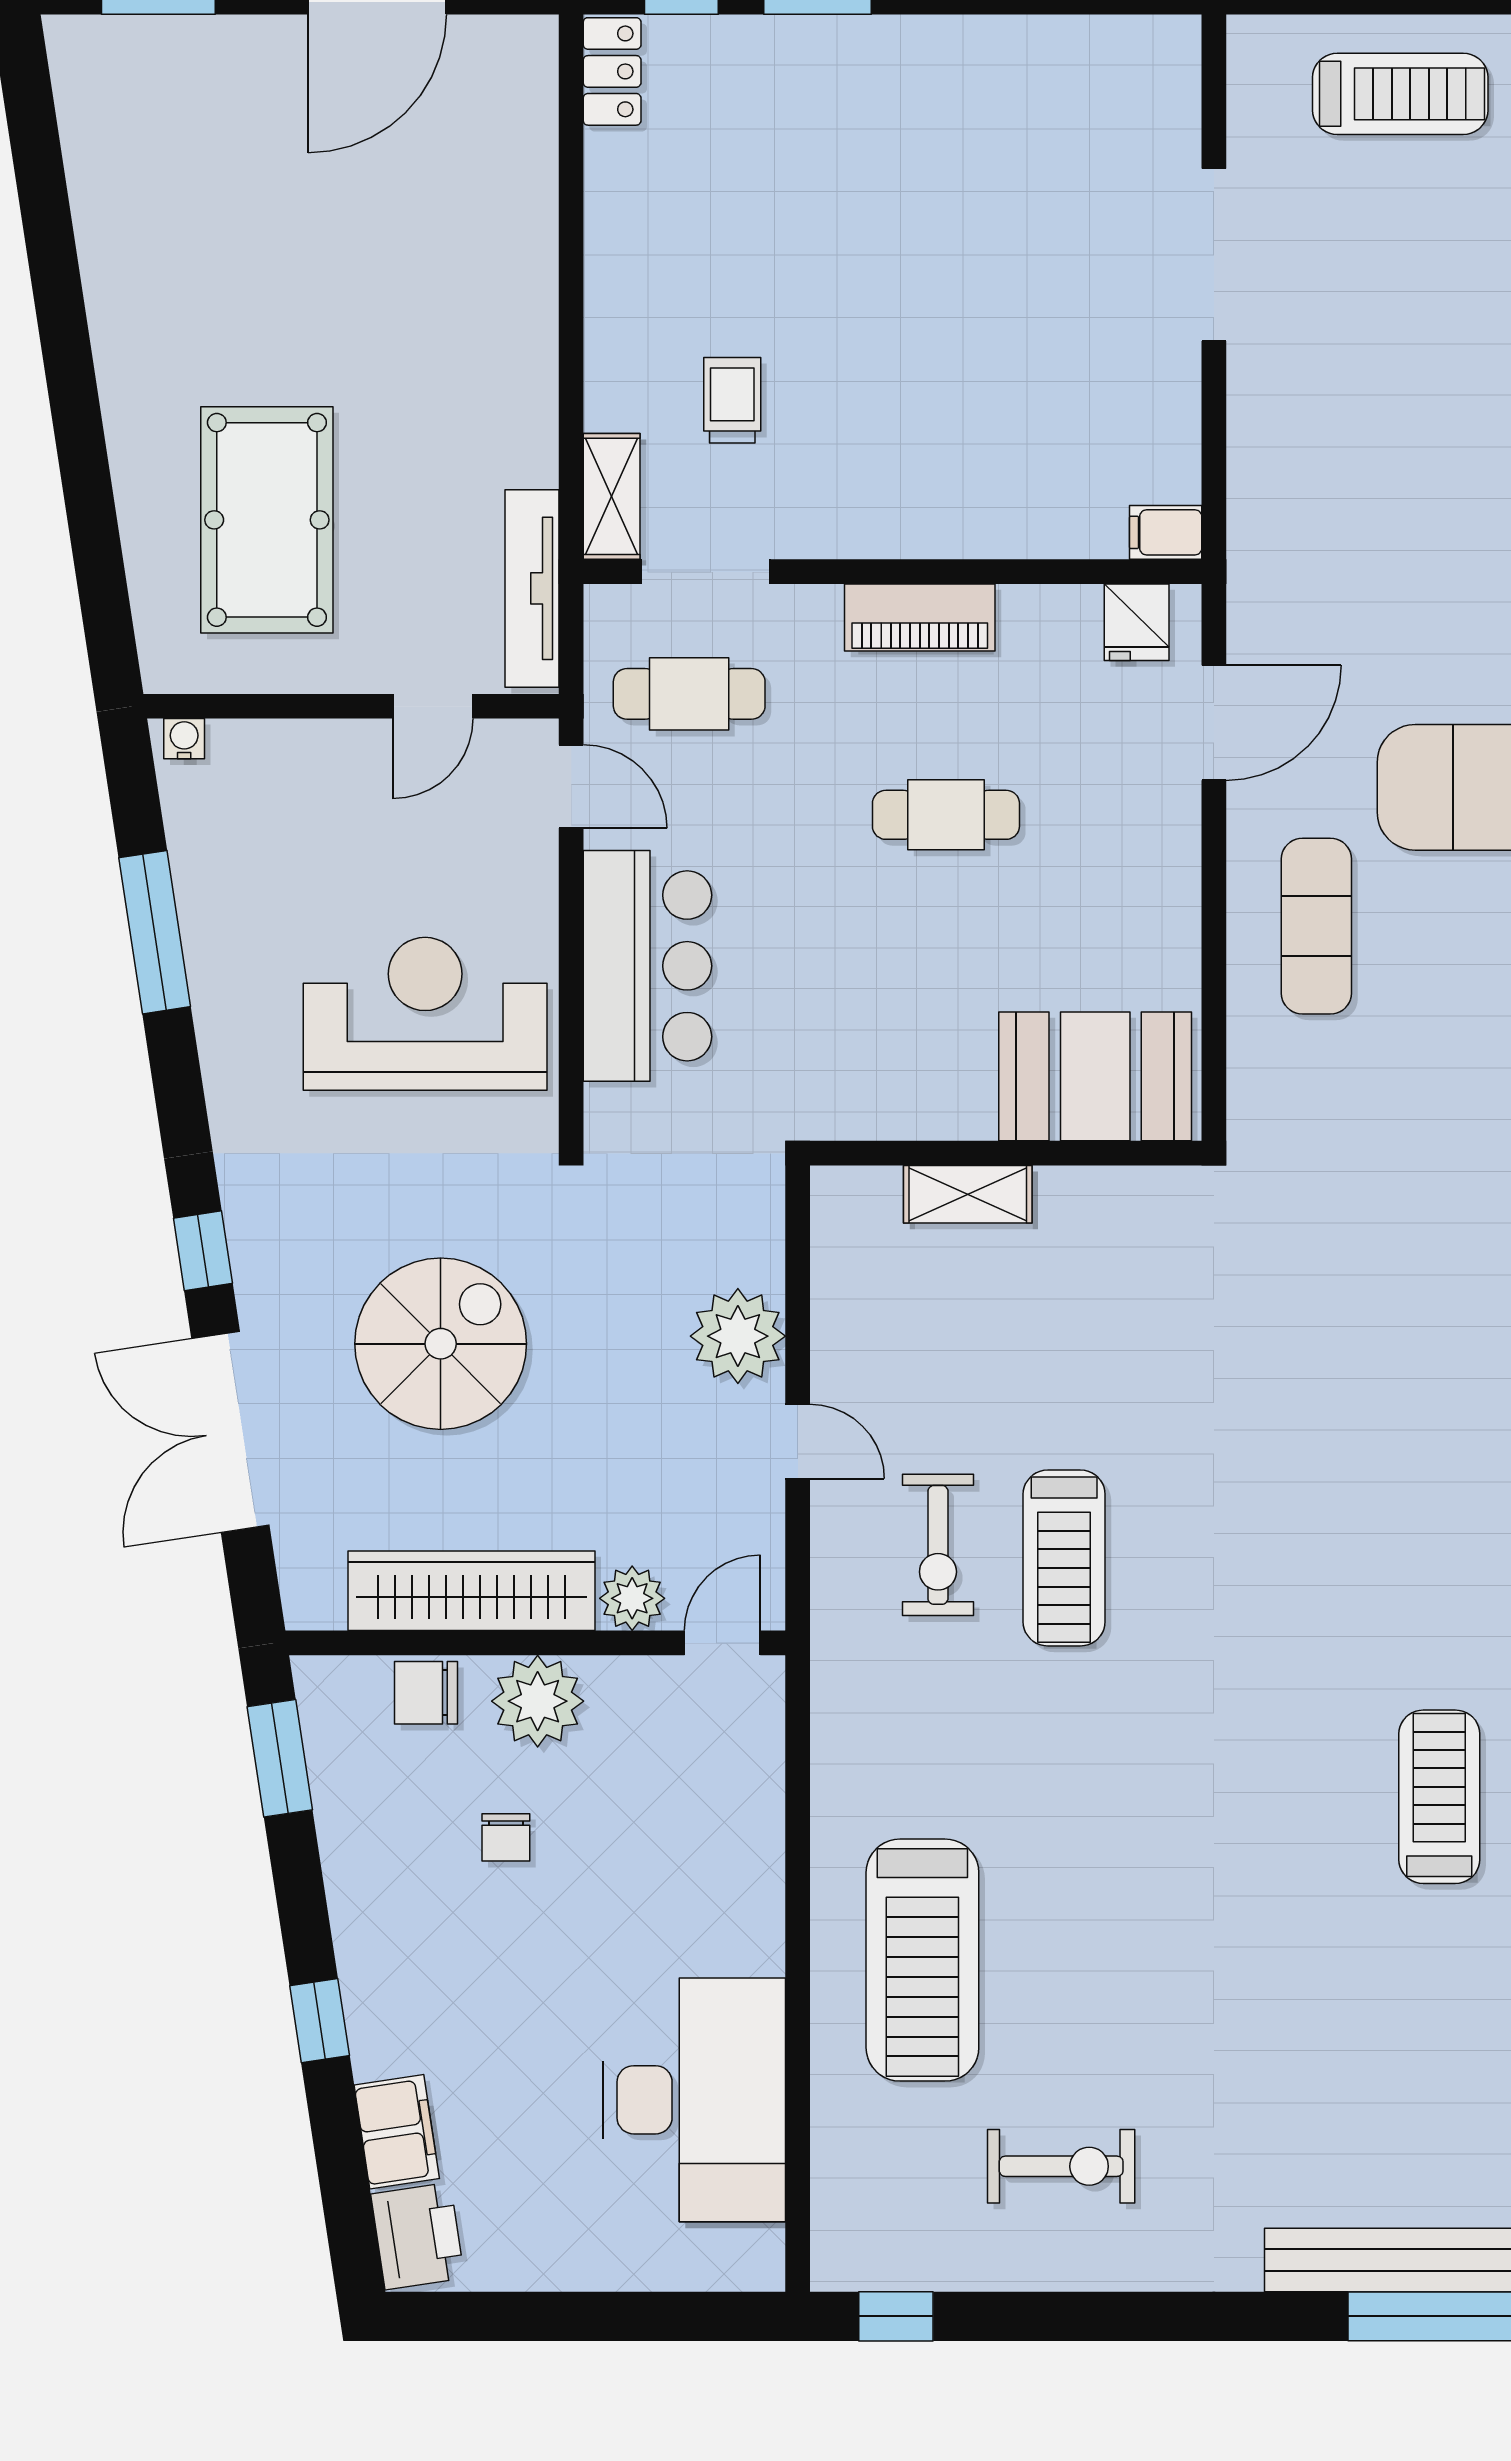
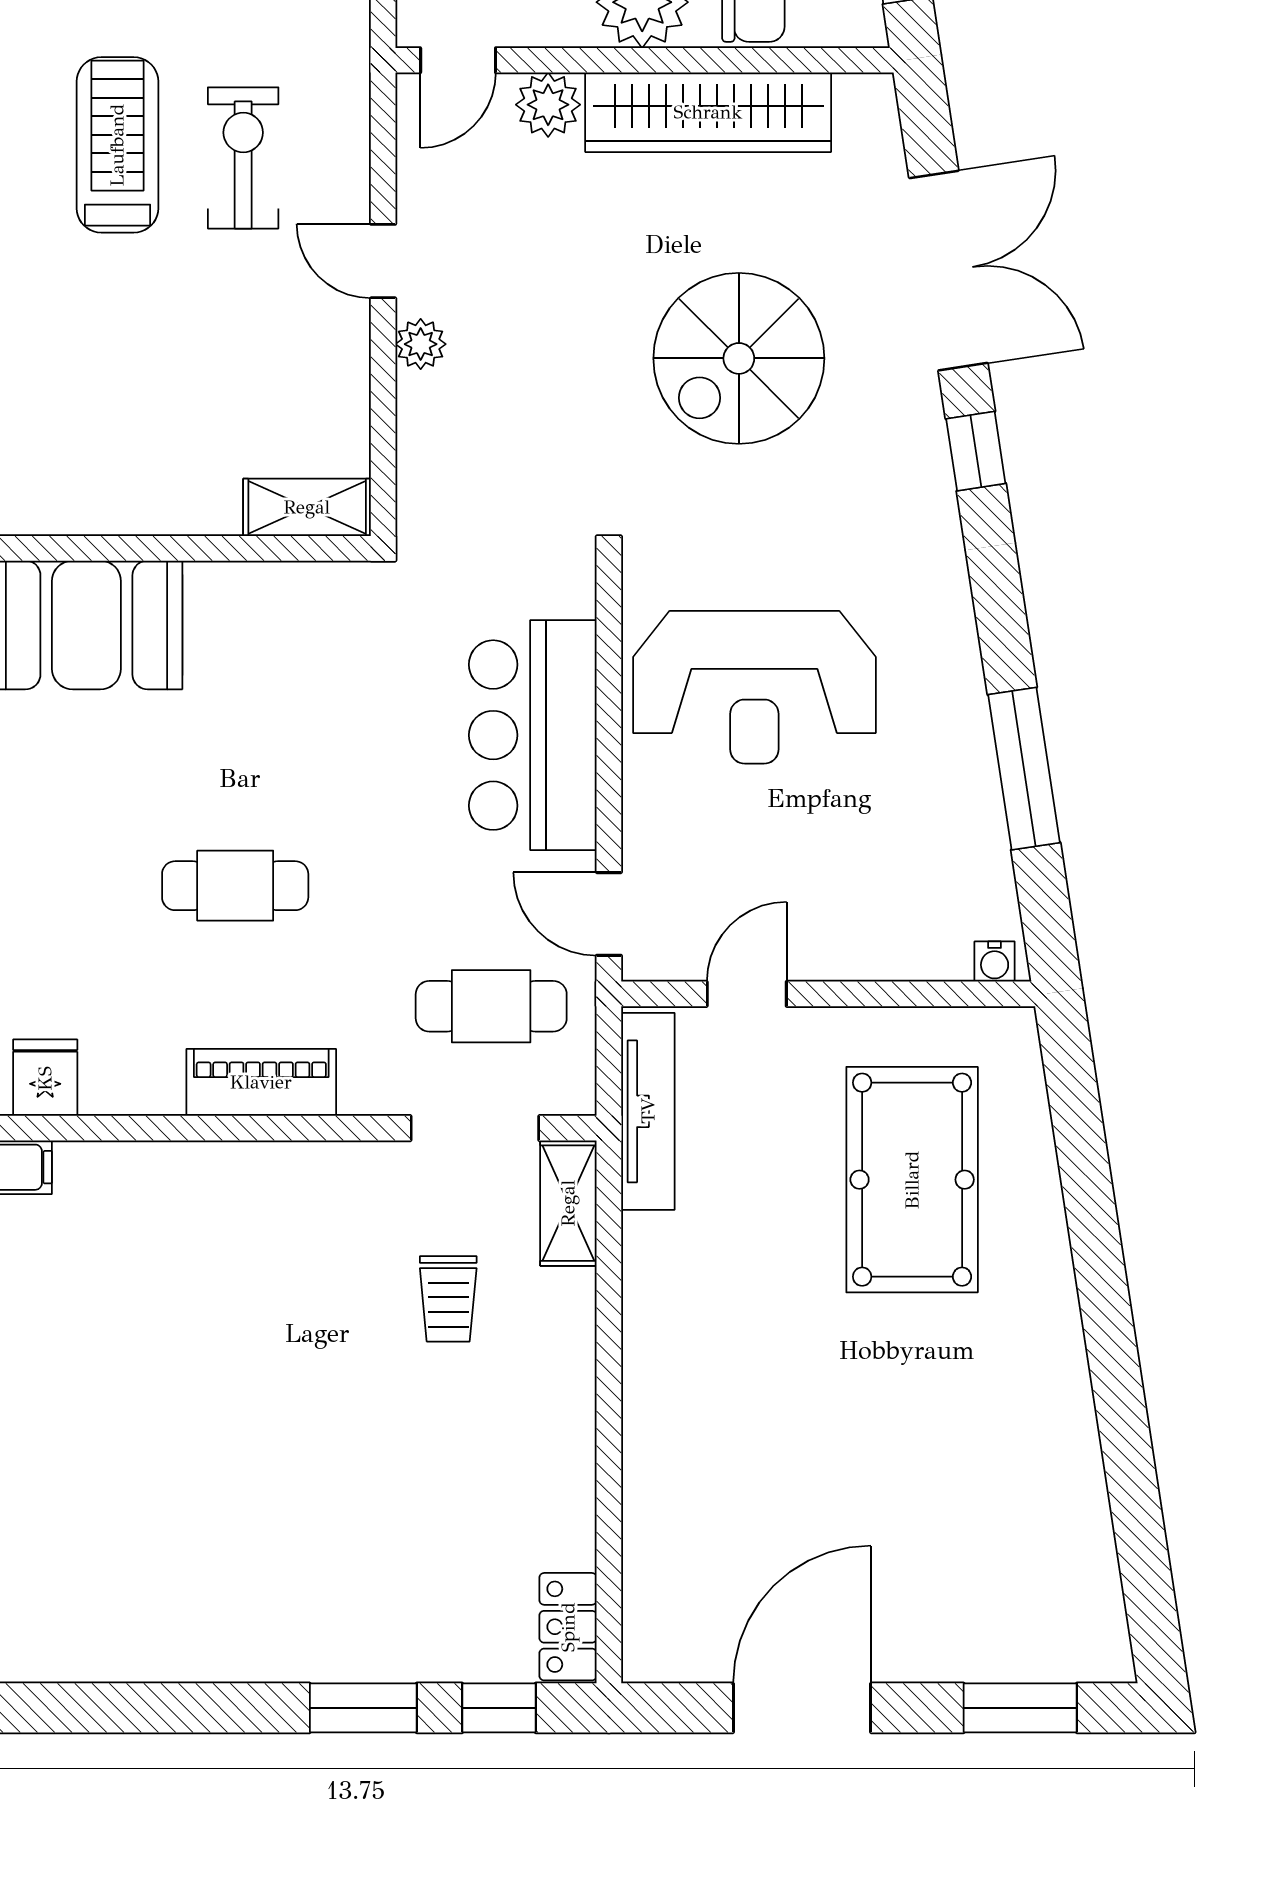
shelving: (968, 1194) -> (307, 507), moved
plant: (738, 1336) -> (421, 344), width x0.53, depth x0.53

